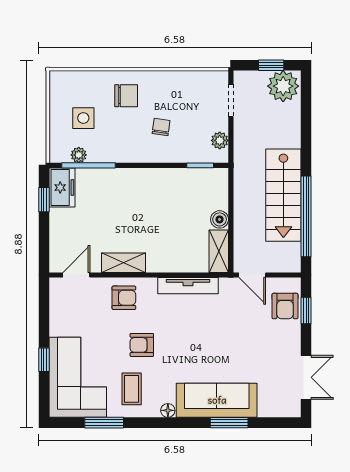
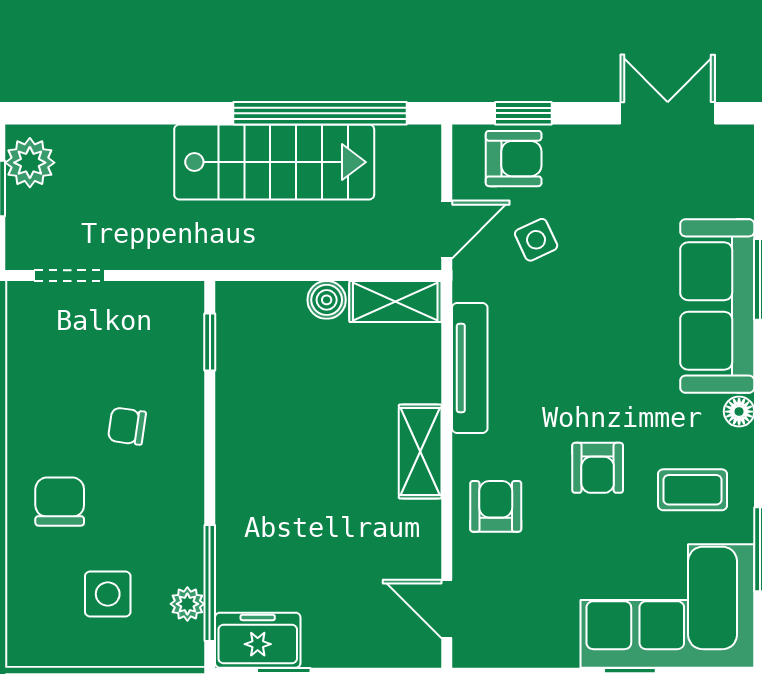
plant: (283, 86) -> (30, 163), width x0.73, depth x0.73
plant: (220, 140) -> (156, 300), removed
shelving: (123, 263) -> (420, 451), moved
side table: (247, 316) -> (536, 240), added

